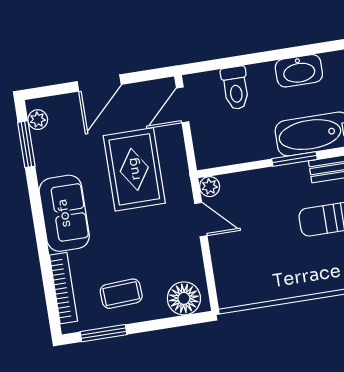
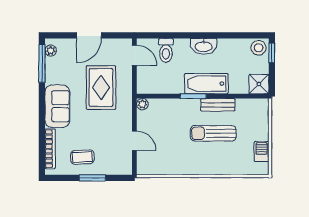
door: (183, 105) -> (134, 55), swing flipped
window: (26, 144) -> (42, 64), width x1.44
door: (201, 220) -> (134, 141), moved
floor lamp: (184, 298) -> (118, 165), removed
window: (103, 333) -> (92, 178), moved

